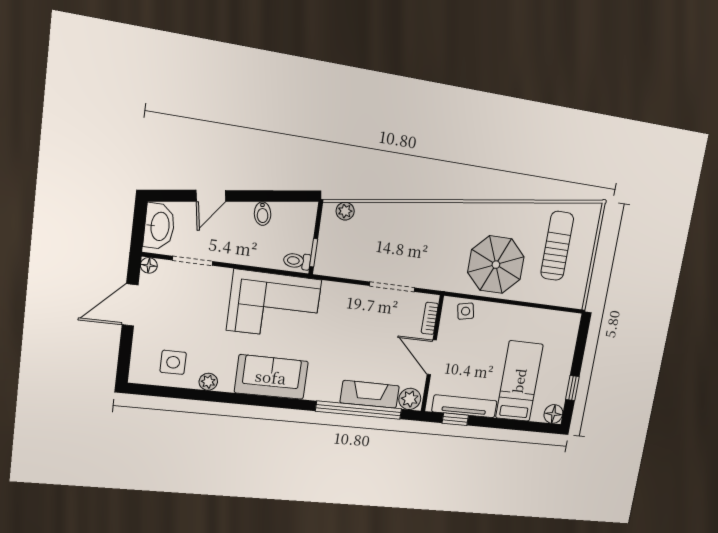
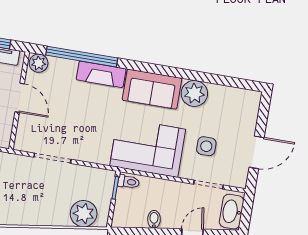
plant: (345, 211) -> (84, 214), width x1.87, depth x1.87
floor lamp: (149, 265) -> (241, 182), removed
bookcase: (430, 318) -> (21, 131), removed
side table: (173, 362) -> (206, 146), moved
plant: (208, 382) -> (194, 93), width x1.88, depth x1.88
fireplace: (370, 394) -> (101, 74), moved

